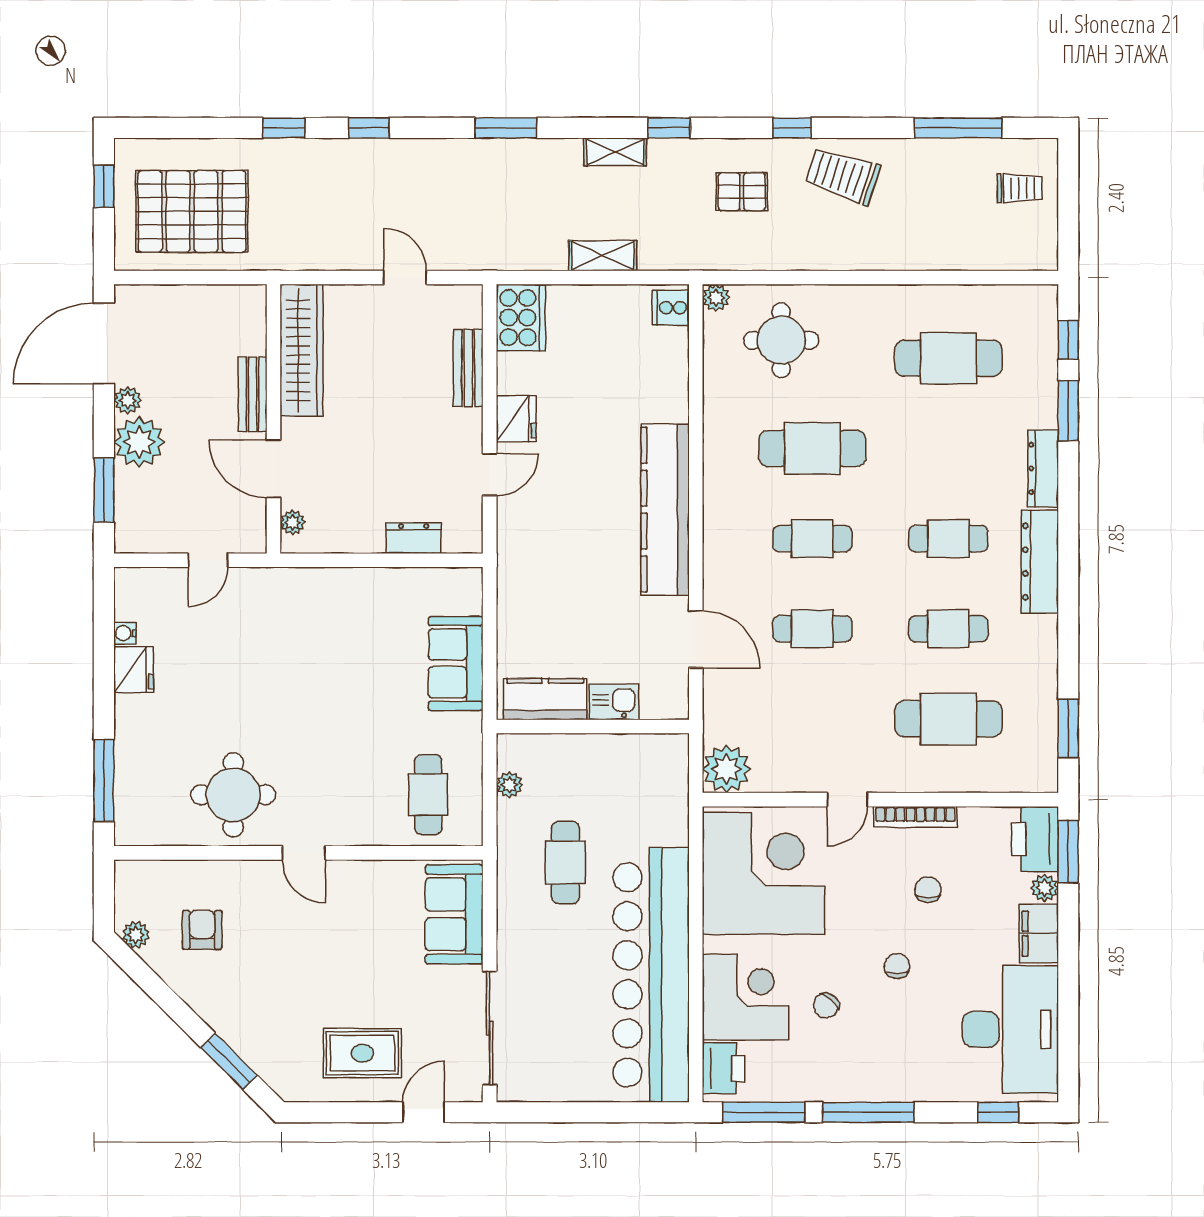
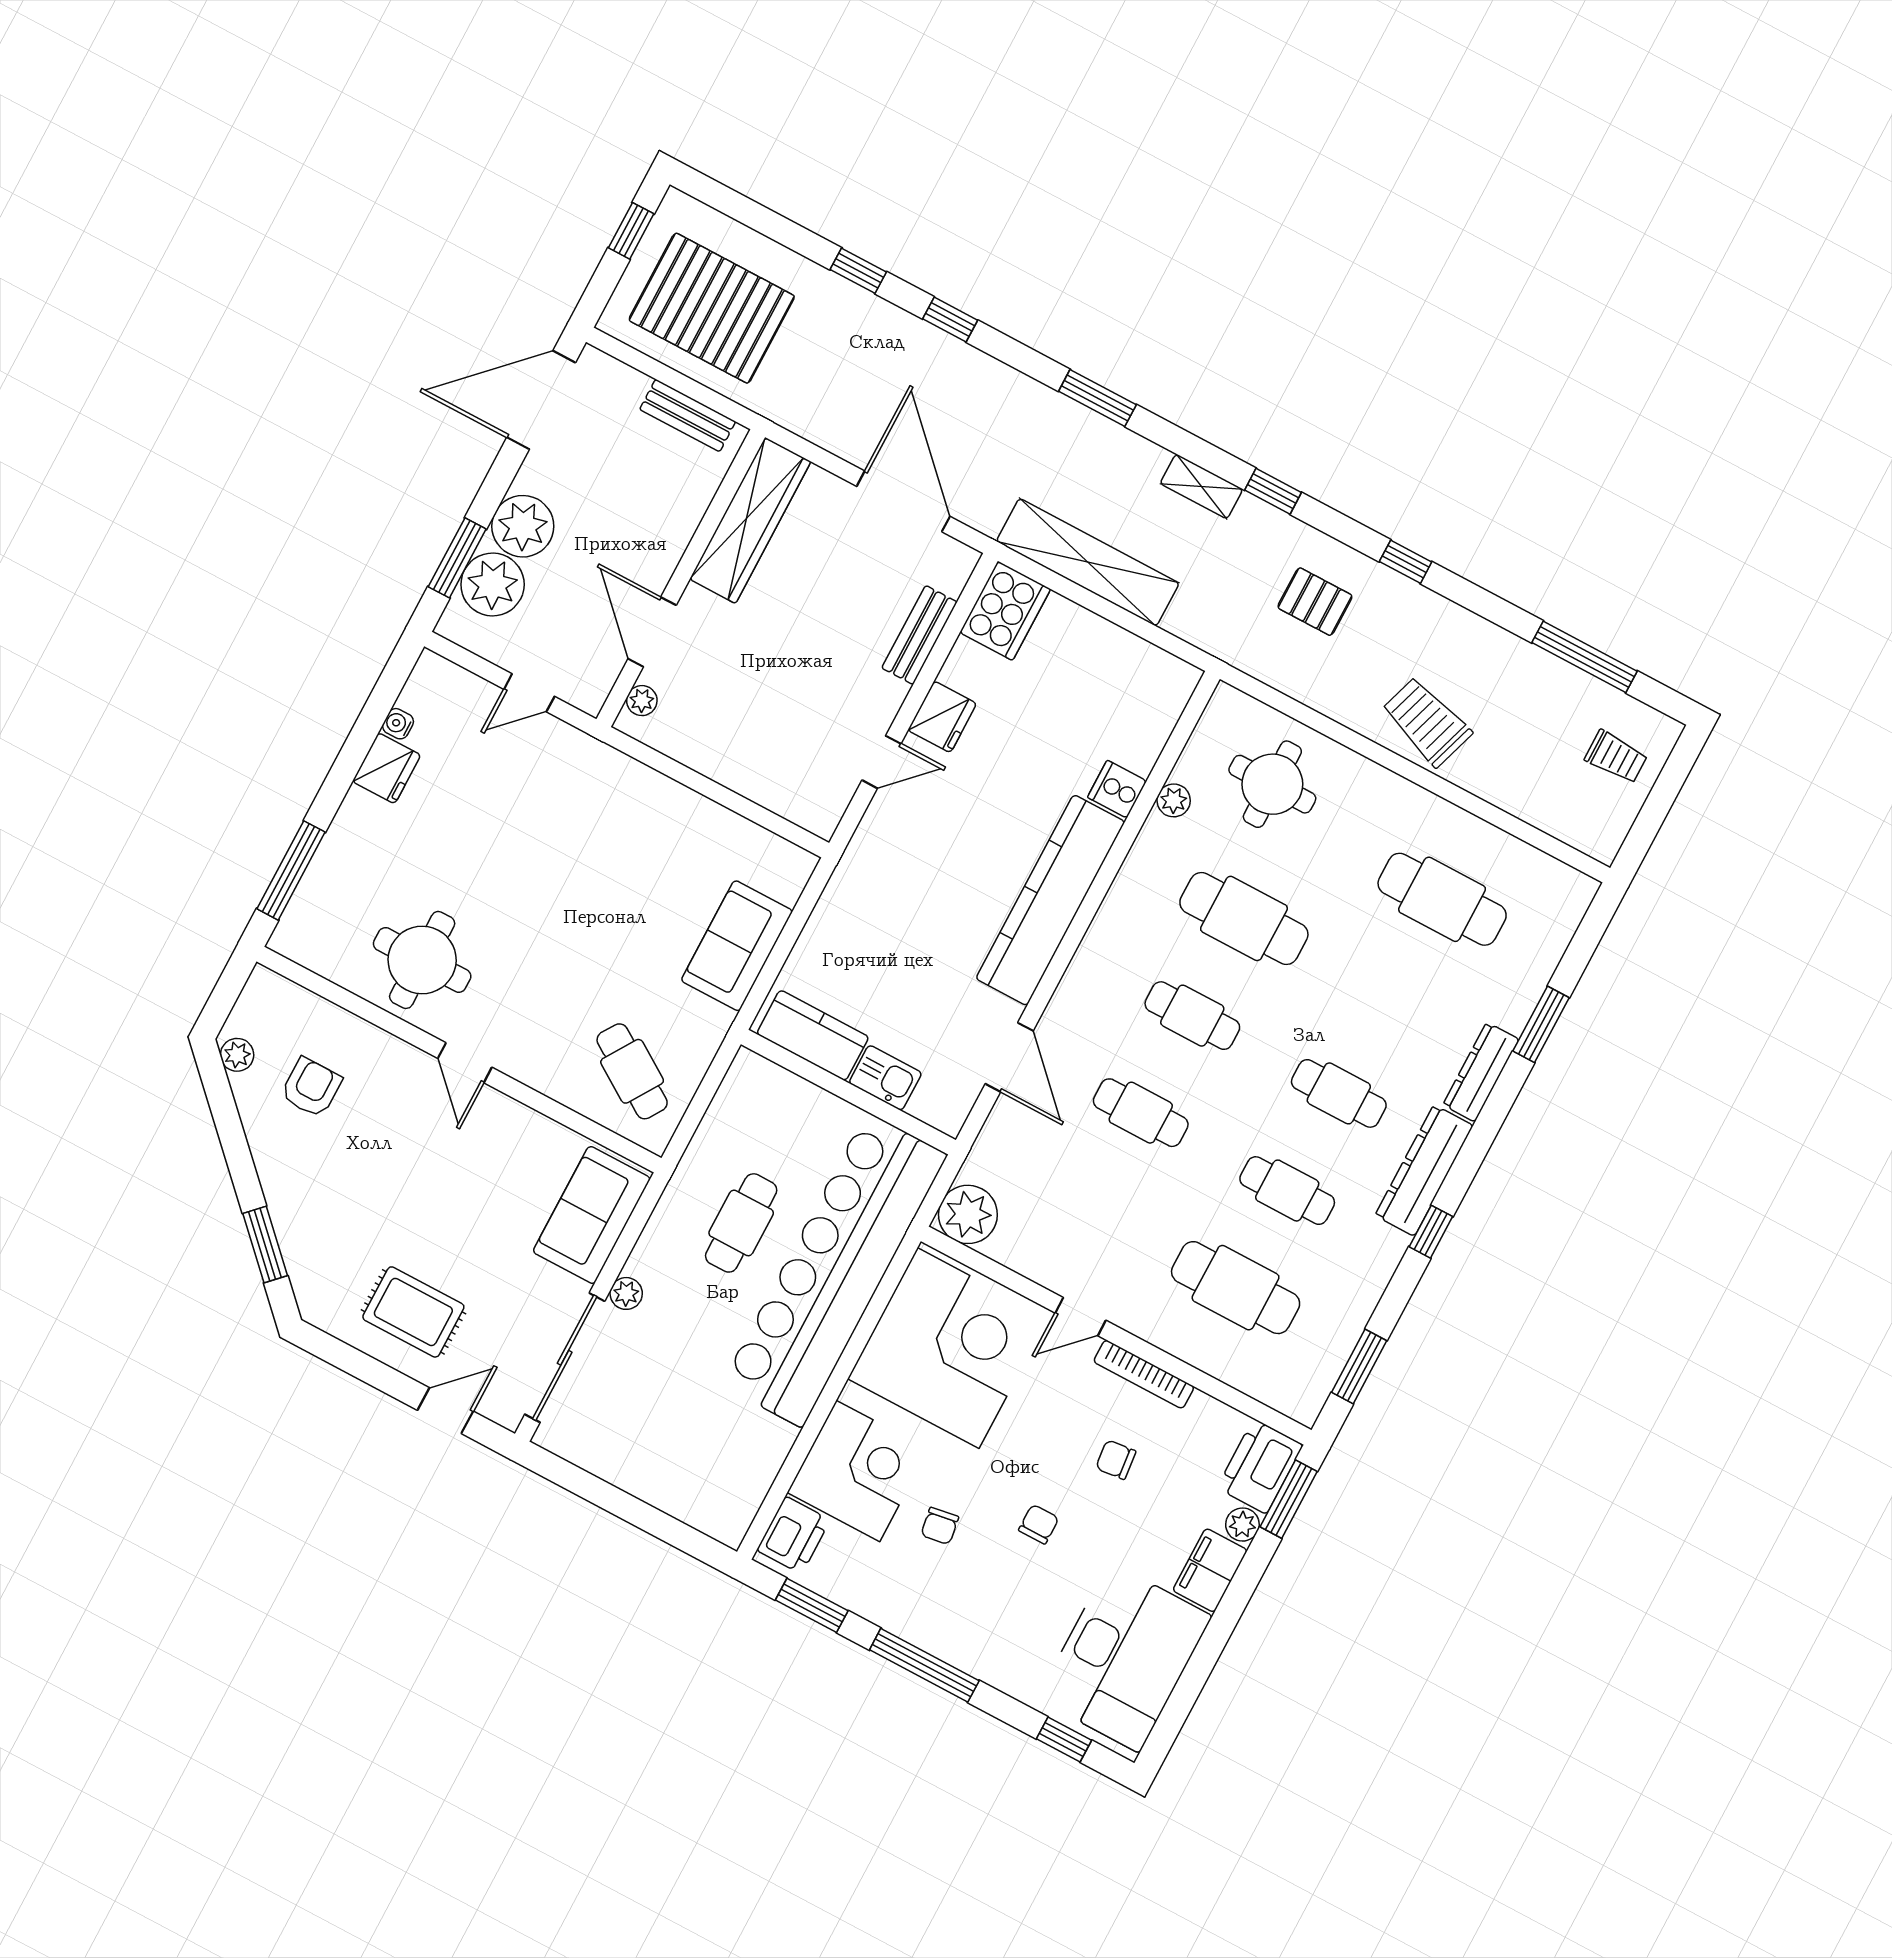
trolley: (843, 176) -> (1427, 722), moved
shelving: (603, 256) -> (1088, 562), width x2.20, depth x1.33
door: (405, 278) -> (903, 501), width x1.87
plant: (716, 298) -> (1174, 800), moved
cooker: (671, 308) -> (1117, 789), moved
window: (1068, 340) -> (1431, 1232), moved
bench: (253, 394) -> (688, 415), moved, turned 90
plant: (128, 400) -> (493, 584), moved, width x1.88, depth x1.88
dresser: (414, 538) -> (763, 787), removed
plant: (509, 785) -> (626, 1293), moved
cafe table: (428, 795) -> (632, 1071), turned -57
chair: (928, 890) -> (1116, 1460), turned -96
bar counter: (651, 975) -> (834, 1270), moved
chair: (826, 1005) -> (940, 1526), turned -50
window: (764, 1112) -> (812, 1605), width x0.69

